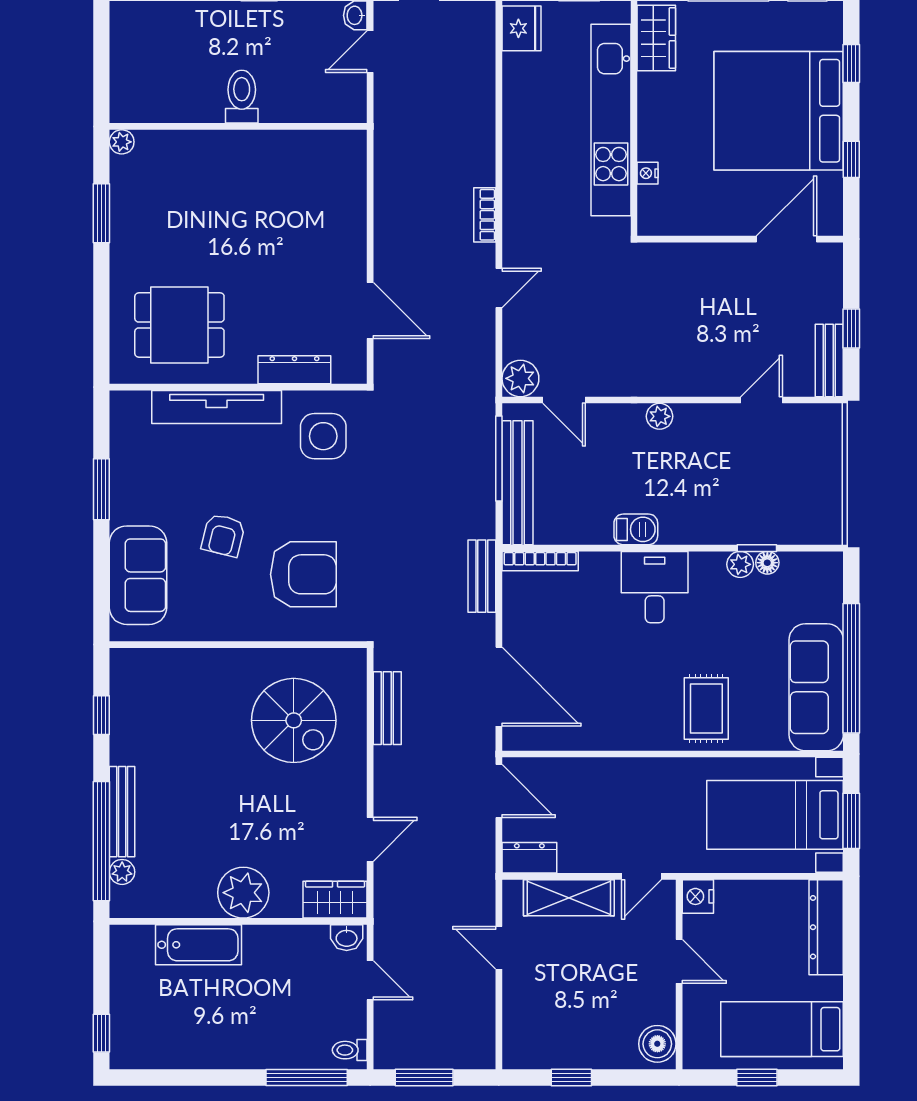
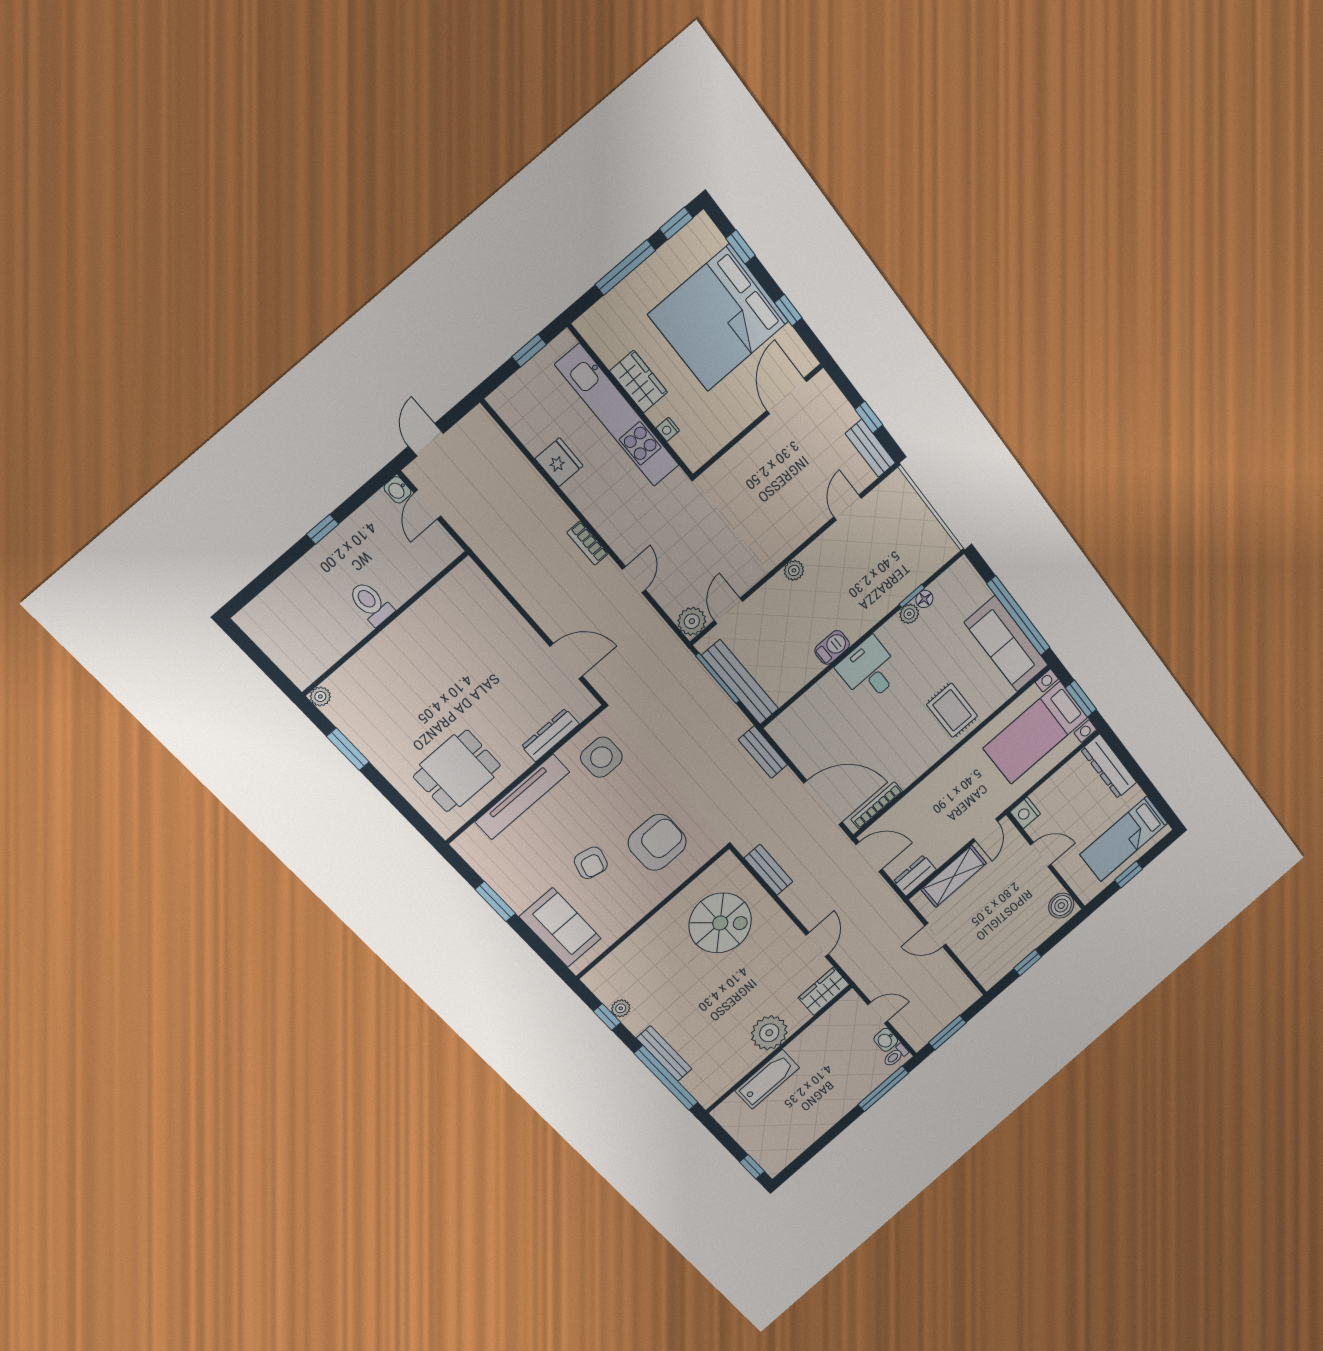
fridge: (522, 28) -> (559, 462), moved
wardrobe: (656, 38) -> (639, 382), moved
door: (564, 400) -> (729, 611), swing flipped
bookcase: (540, 561) -> (877, 805), moved, turned 180
plant: (122, 872) -> (621, 1008), moved
washbasin: (347, 938) -> (886, 1040), moved, turned 90

